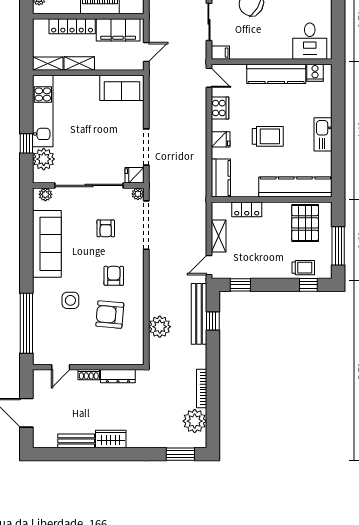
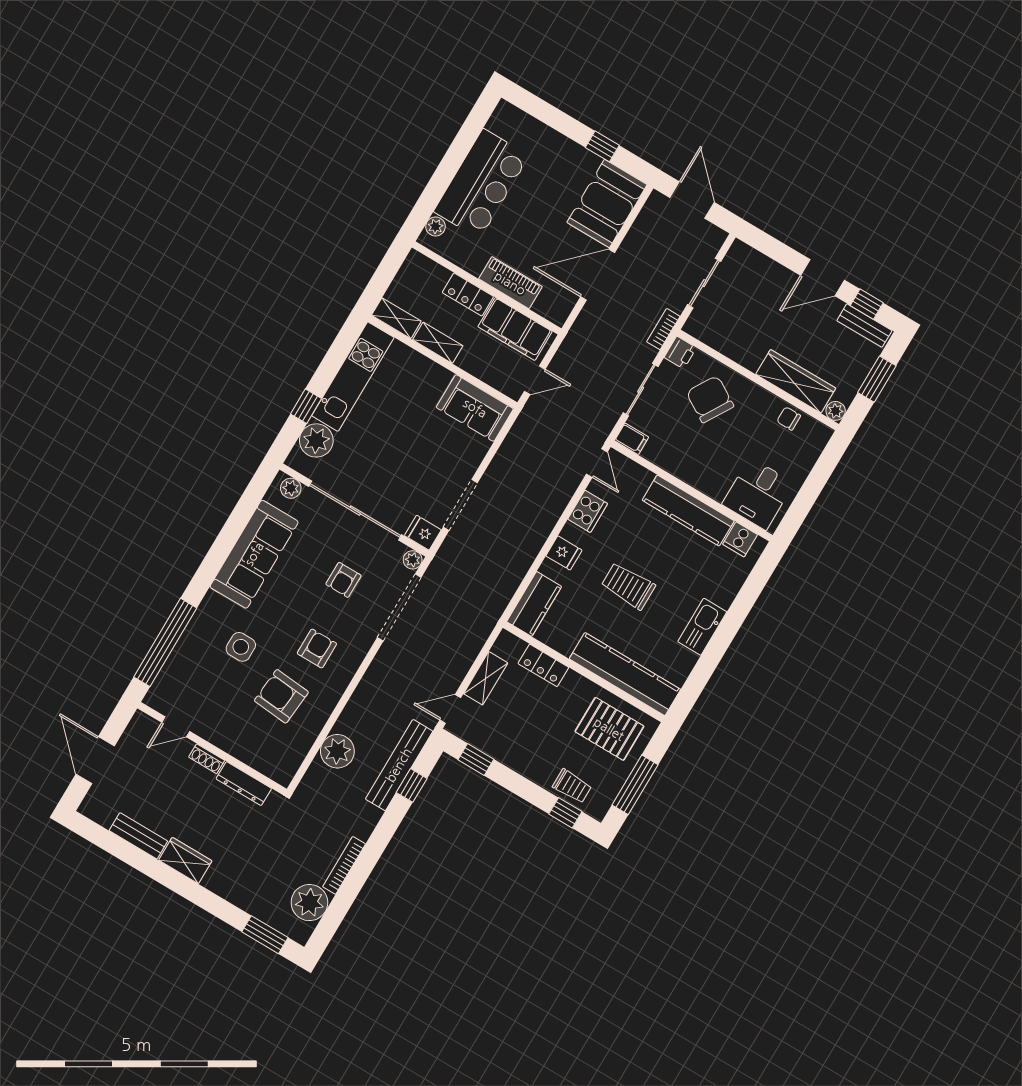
locker: (72, 26) -> (468, 294), width x0.66
trolley: (268, 136) -> (628, 586), turned 180
pallet: (305, 223) -> (609, 729), turned 90

